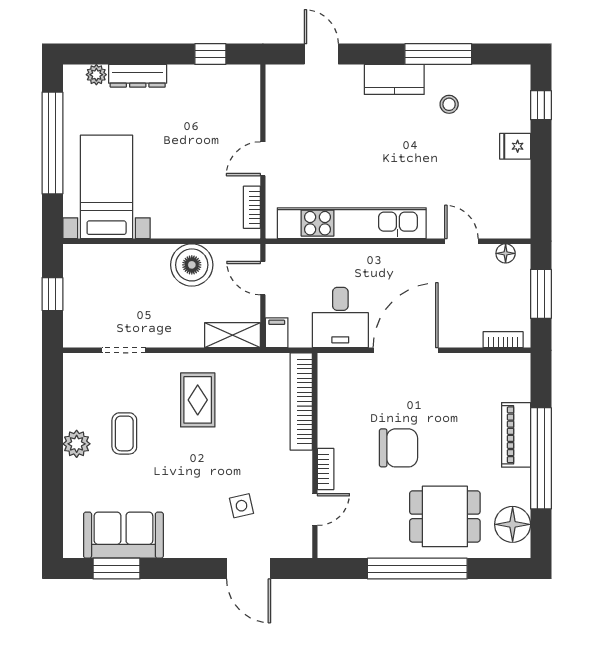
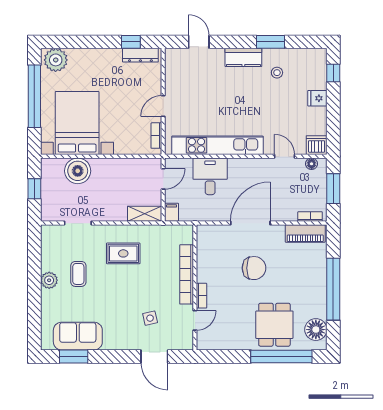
window: (438, 54) -> (270, 42), width x0.69
plant: (96, 75) -> (56, 60), width x1.88, depth x1.88
dresser: (138, 76) -> (140, 55), moved
bed with nightstands: (107, 187) -> (77, 123), width x1.36
dishwasher: (514, 223) -> (317, 145), added
boiler: (192, 265) -> (78, 171), moved
door: (263, 278) -> (163, 179), swing flipped
desk: (340, 318) -> (210, 176), moved, turned 180
rug: (198, 400) -> (123, 253), turned 90
bookcase: (301, 402) -> (187, 274), moved
piano: (516, 435) -> (305, 233), moved, turned -90
chair: (398, 448) -> (254, 268), moved
dining table: (445, 516) -> (274, 325), turned 90
window: (417, 569) -> (281, 357), moved

